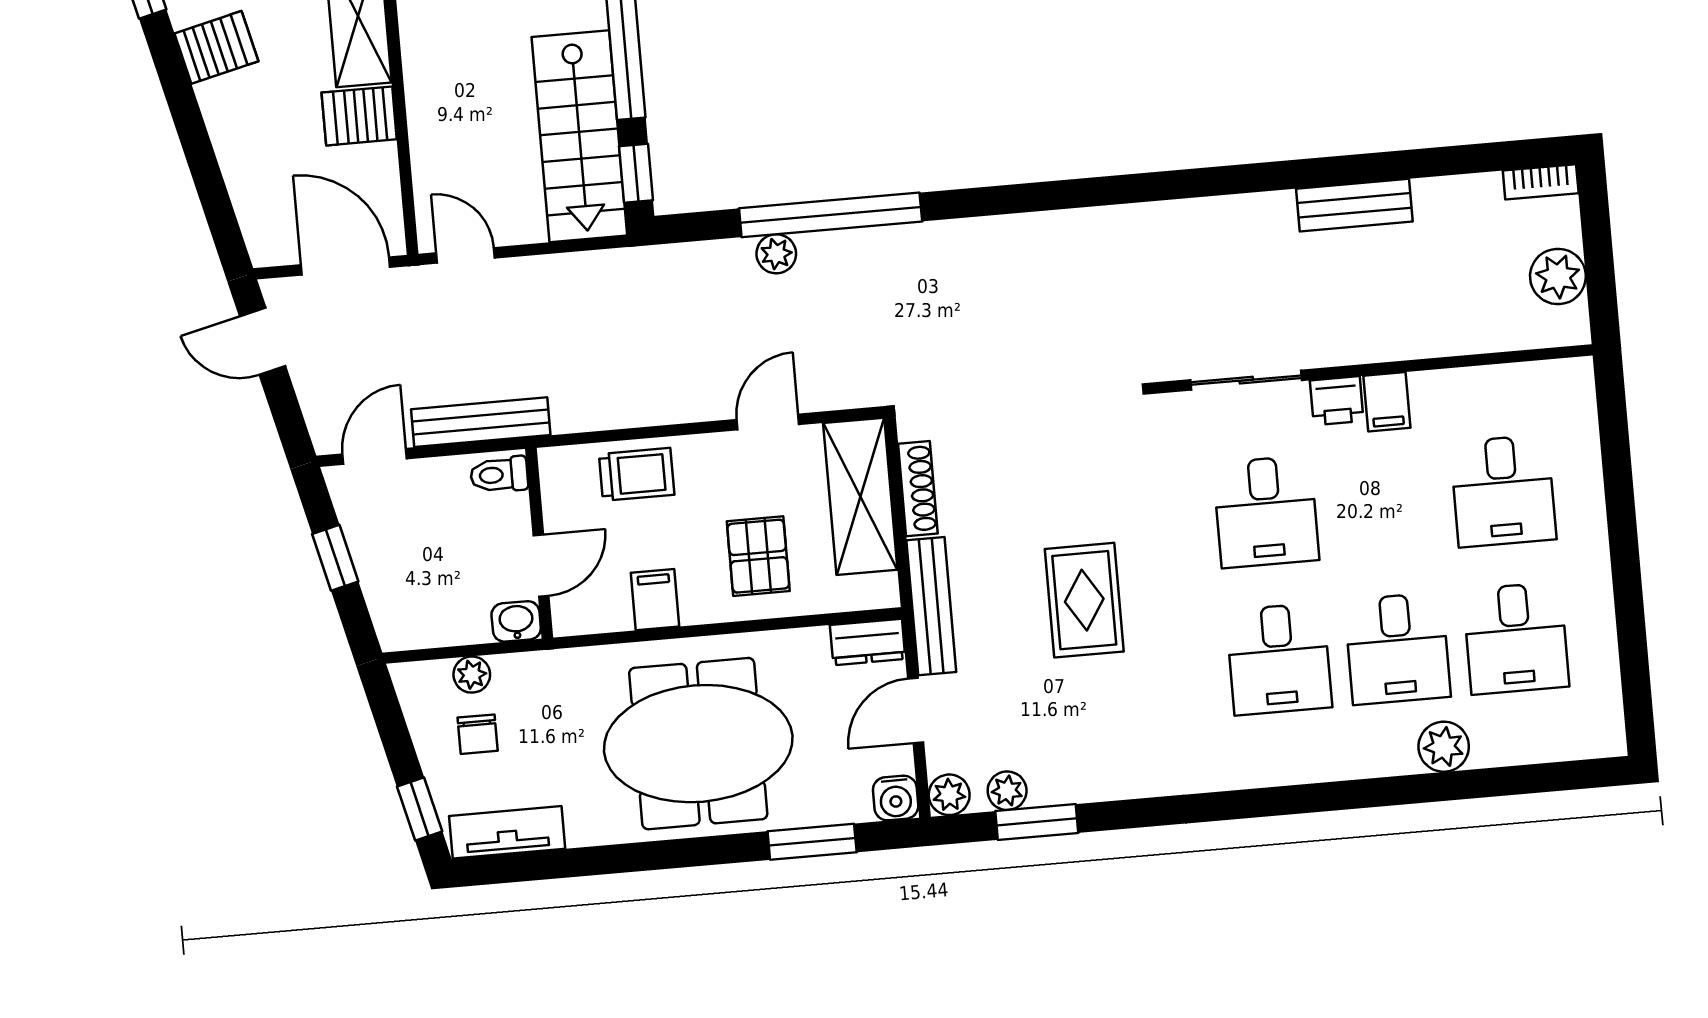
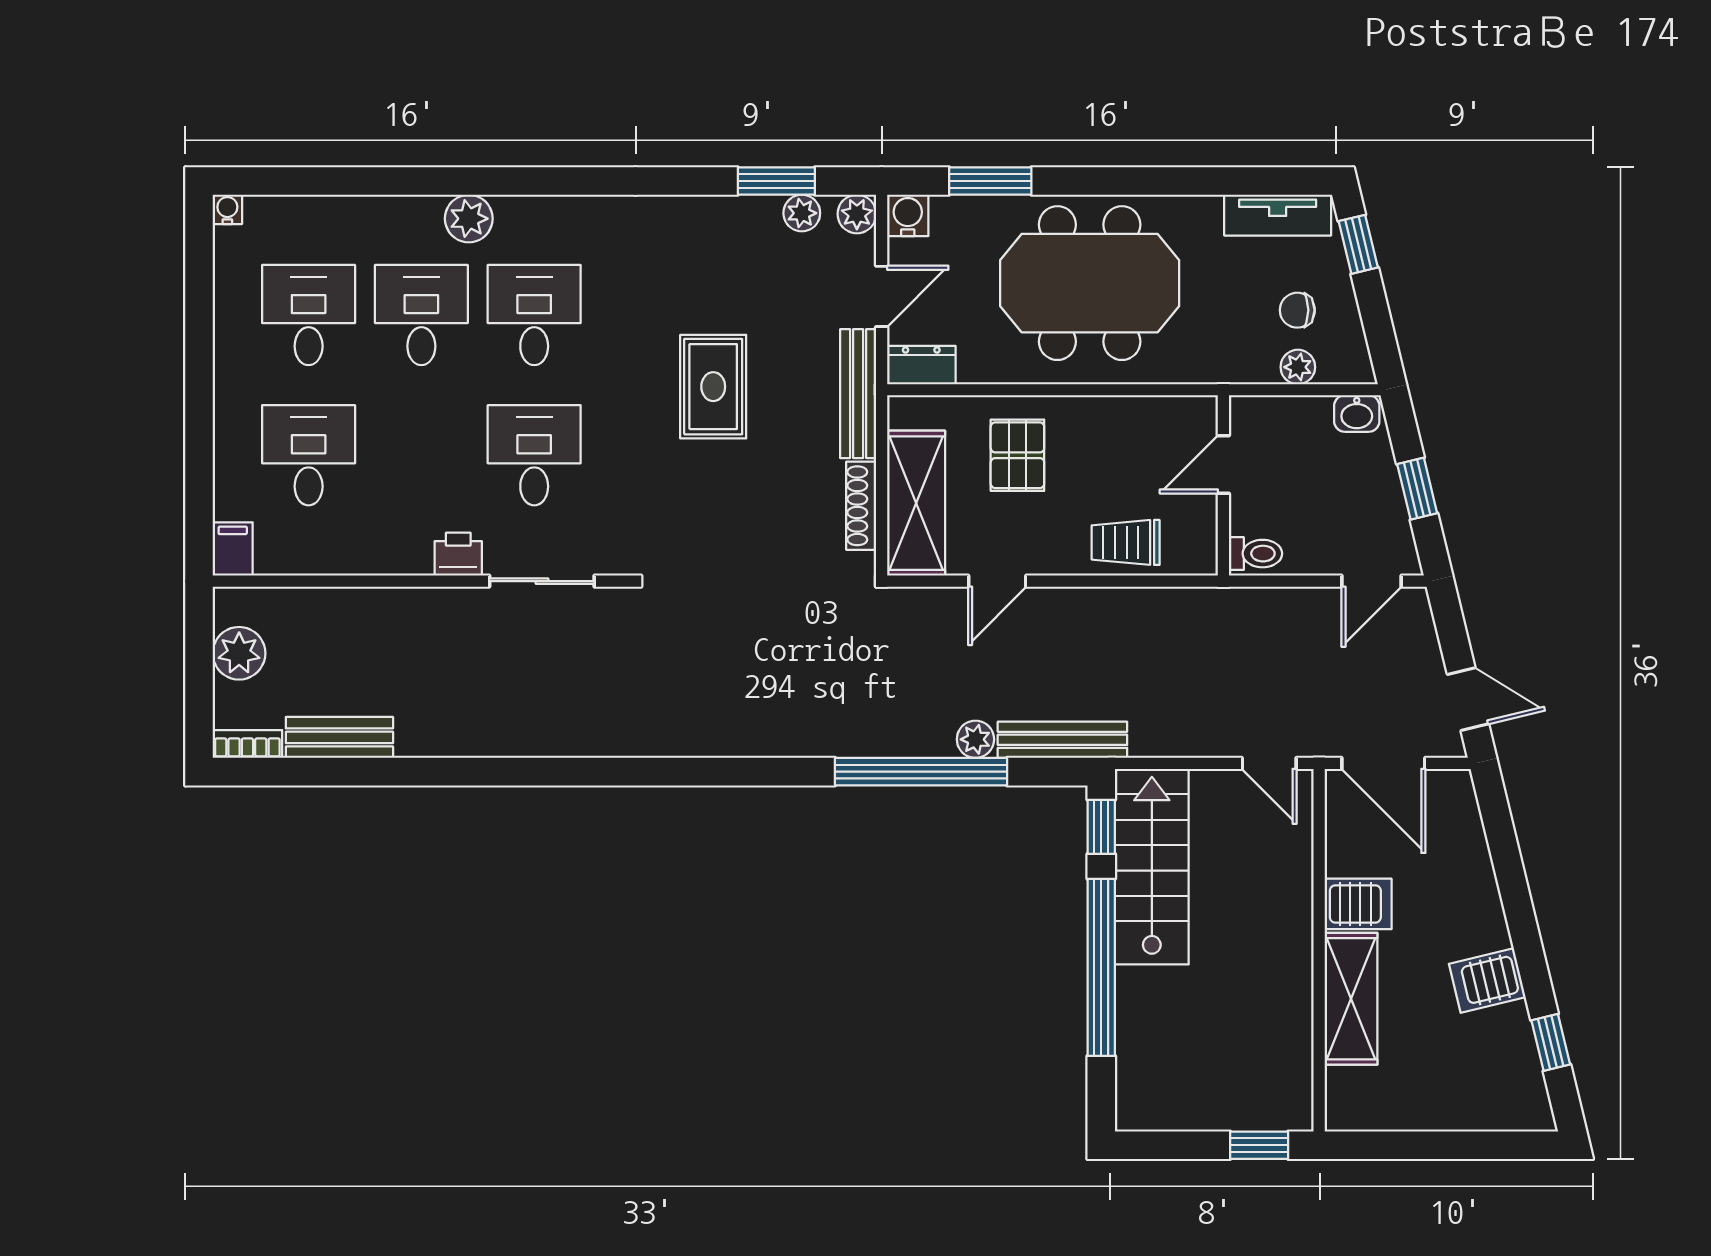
bench: (1354, 205) -> (339, 737), moved
filing cabinet: (1387, 402) -> (233, 549), moved
bench: (481, 422) -> (1062, 740), moved
filing cabinet: (655, 600) -> (1119, 423), removed
washbasin: (516, 621) -> (1357, 414), moved
chair: (478, 734) -> (1297, 310), turned -90
water cooler: (1611, 742) -> (227, 209), added
plant: (1444, 747) -> (469, 219), moved

